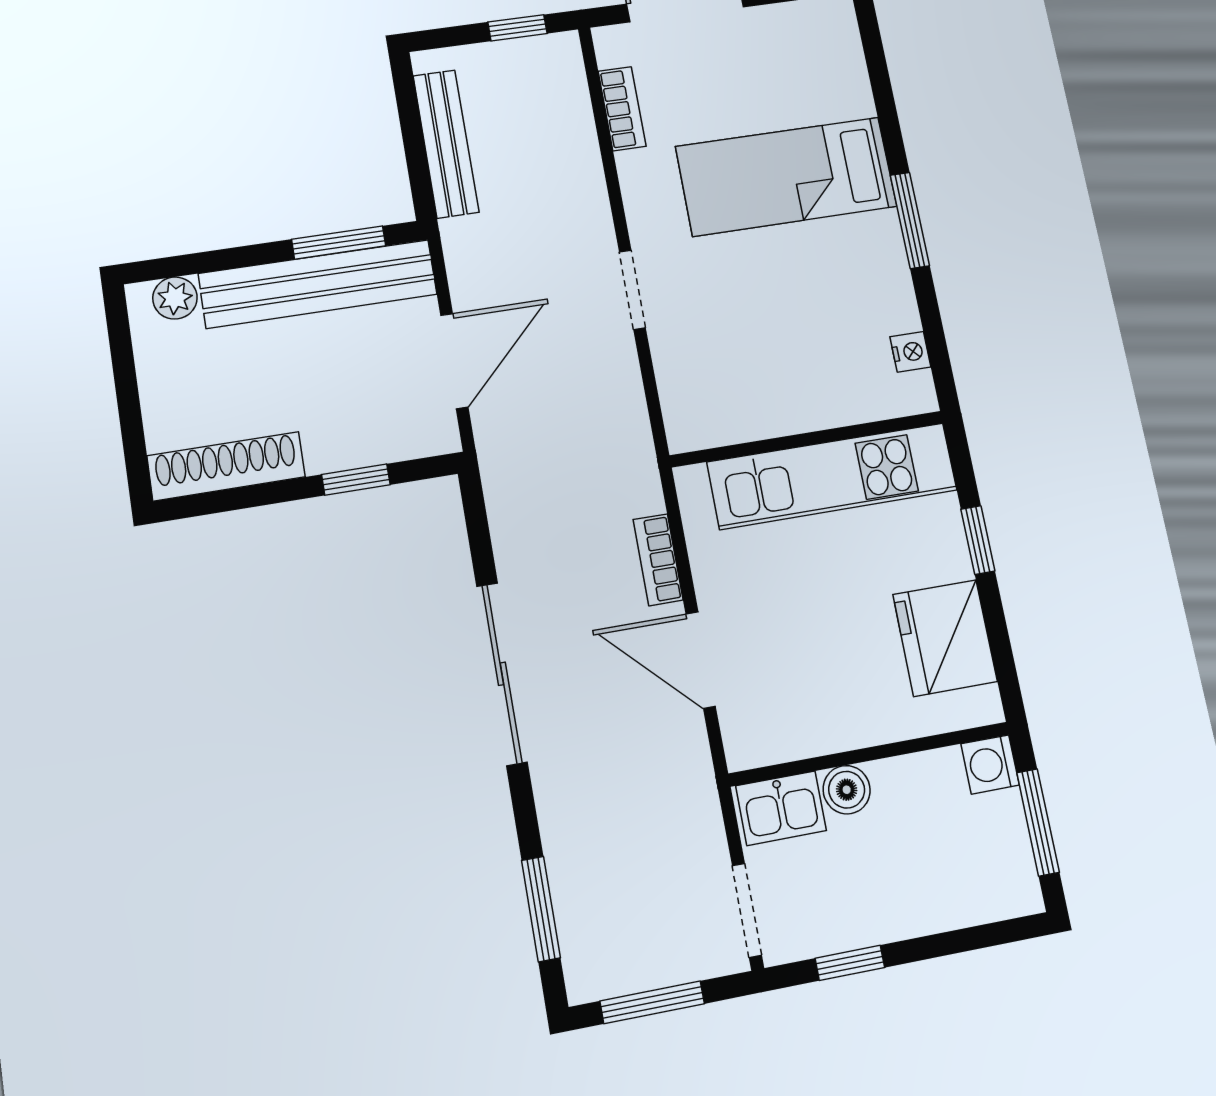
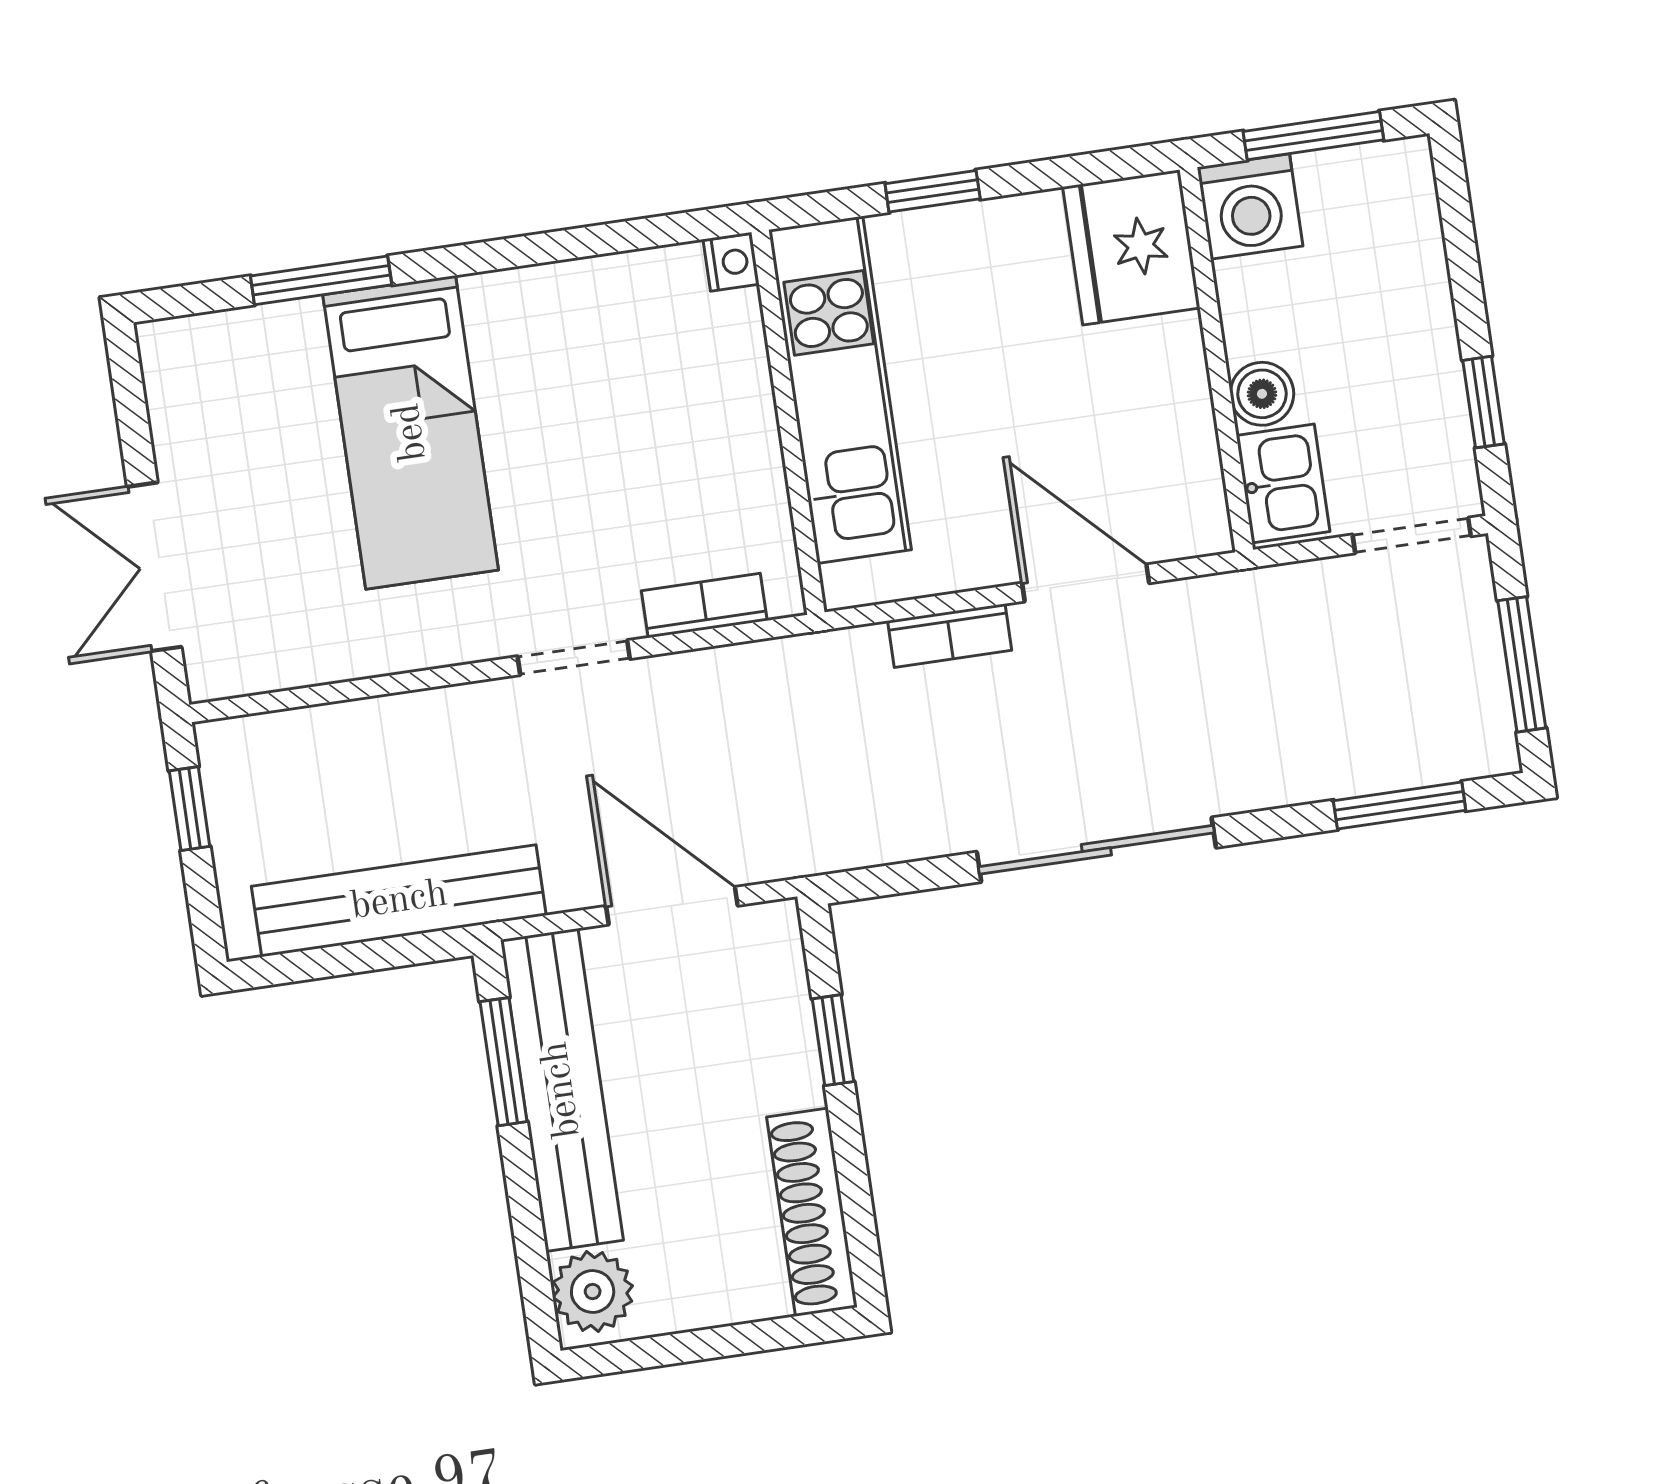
bookcase: (622, 109) -> (704, 606), moved
bench: (446, 144) -> (399, 901), width x1.37, depth x1.21
window: (910, 220) -> (321, 280), moved
plant: (175, 298) -> (593, 1292), width x1.38, depth x1.38
nightstand: (910, 352) -> (731, 262), moved, turned 90
fridge: (945, 638) -> (1131, 247), moved, turned 90
door: (701, 660) -> (1086, 583), swing flipped
washing machine: (990, 764) -> (1250, 207), width x1.38, depth x1.38

